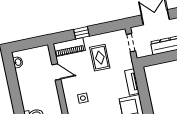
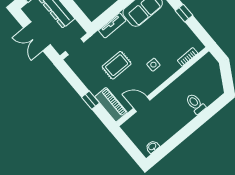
rug: (100, 58) -> (117, 65), moved
door: (56, 72) -> (142, 104), hinge flipped

